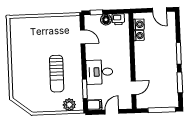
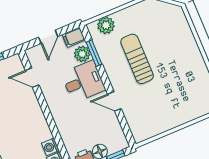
door: (83, 37) -> (114, 101), moved
door: (133, 88) -> (32, 78), hinge flipped
plant: (93, 91) -> (82, 54), added

